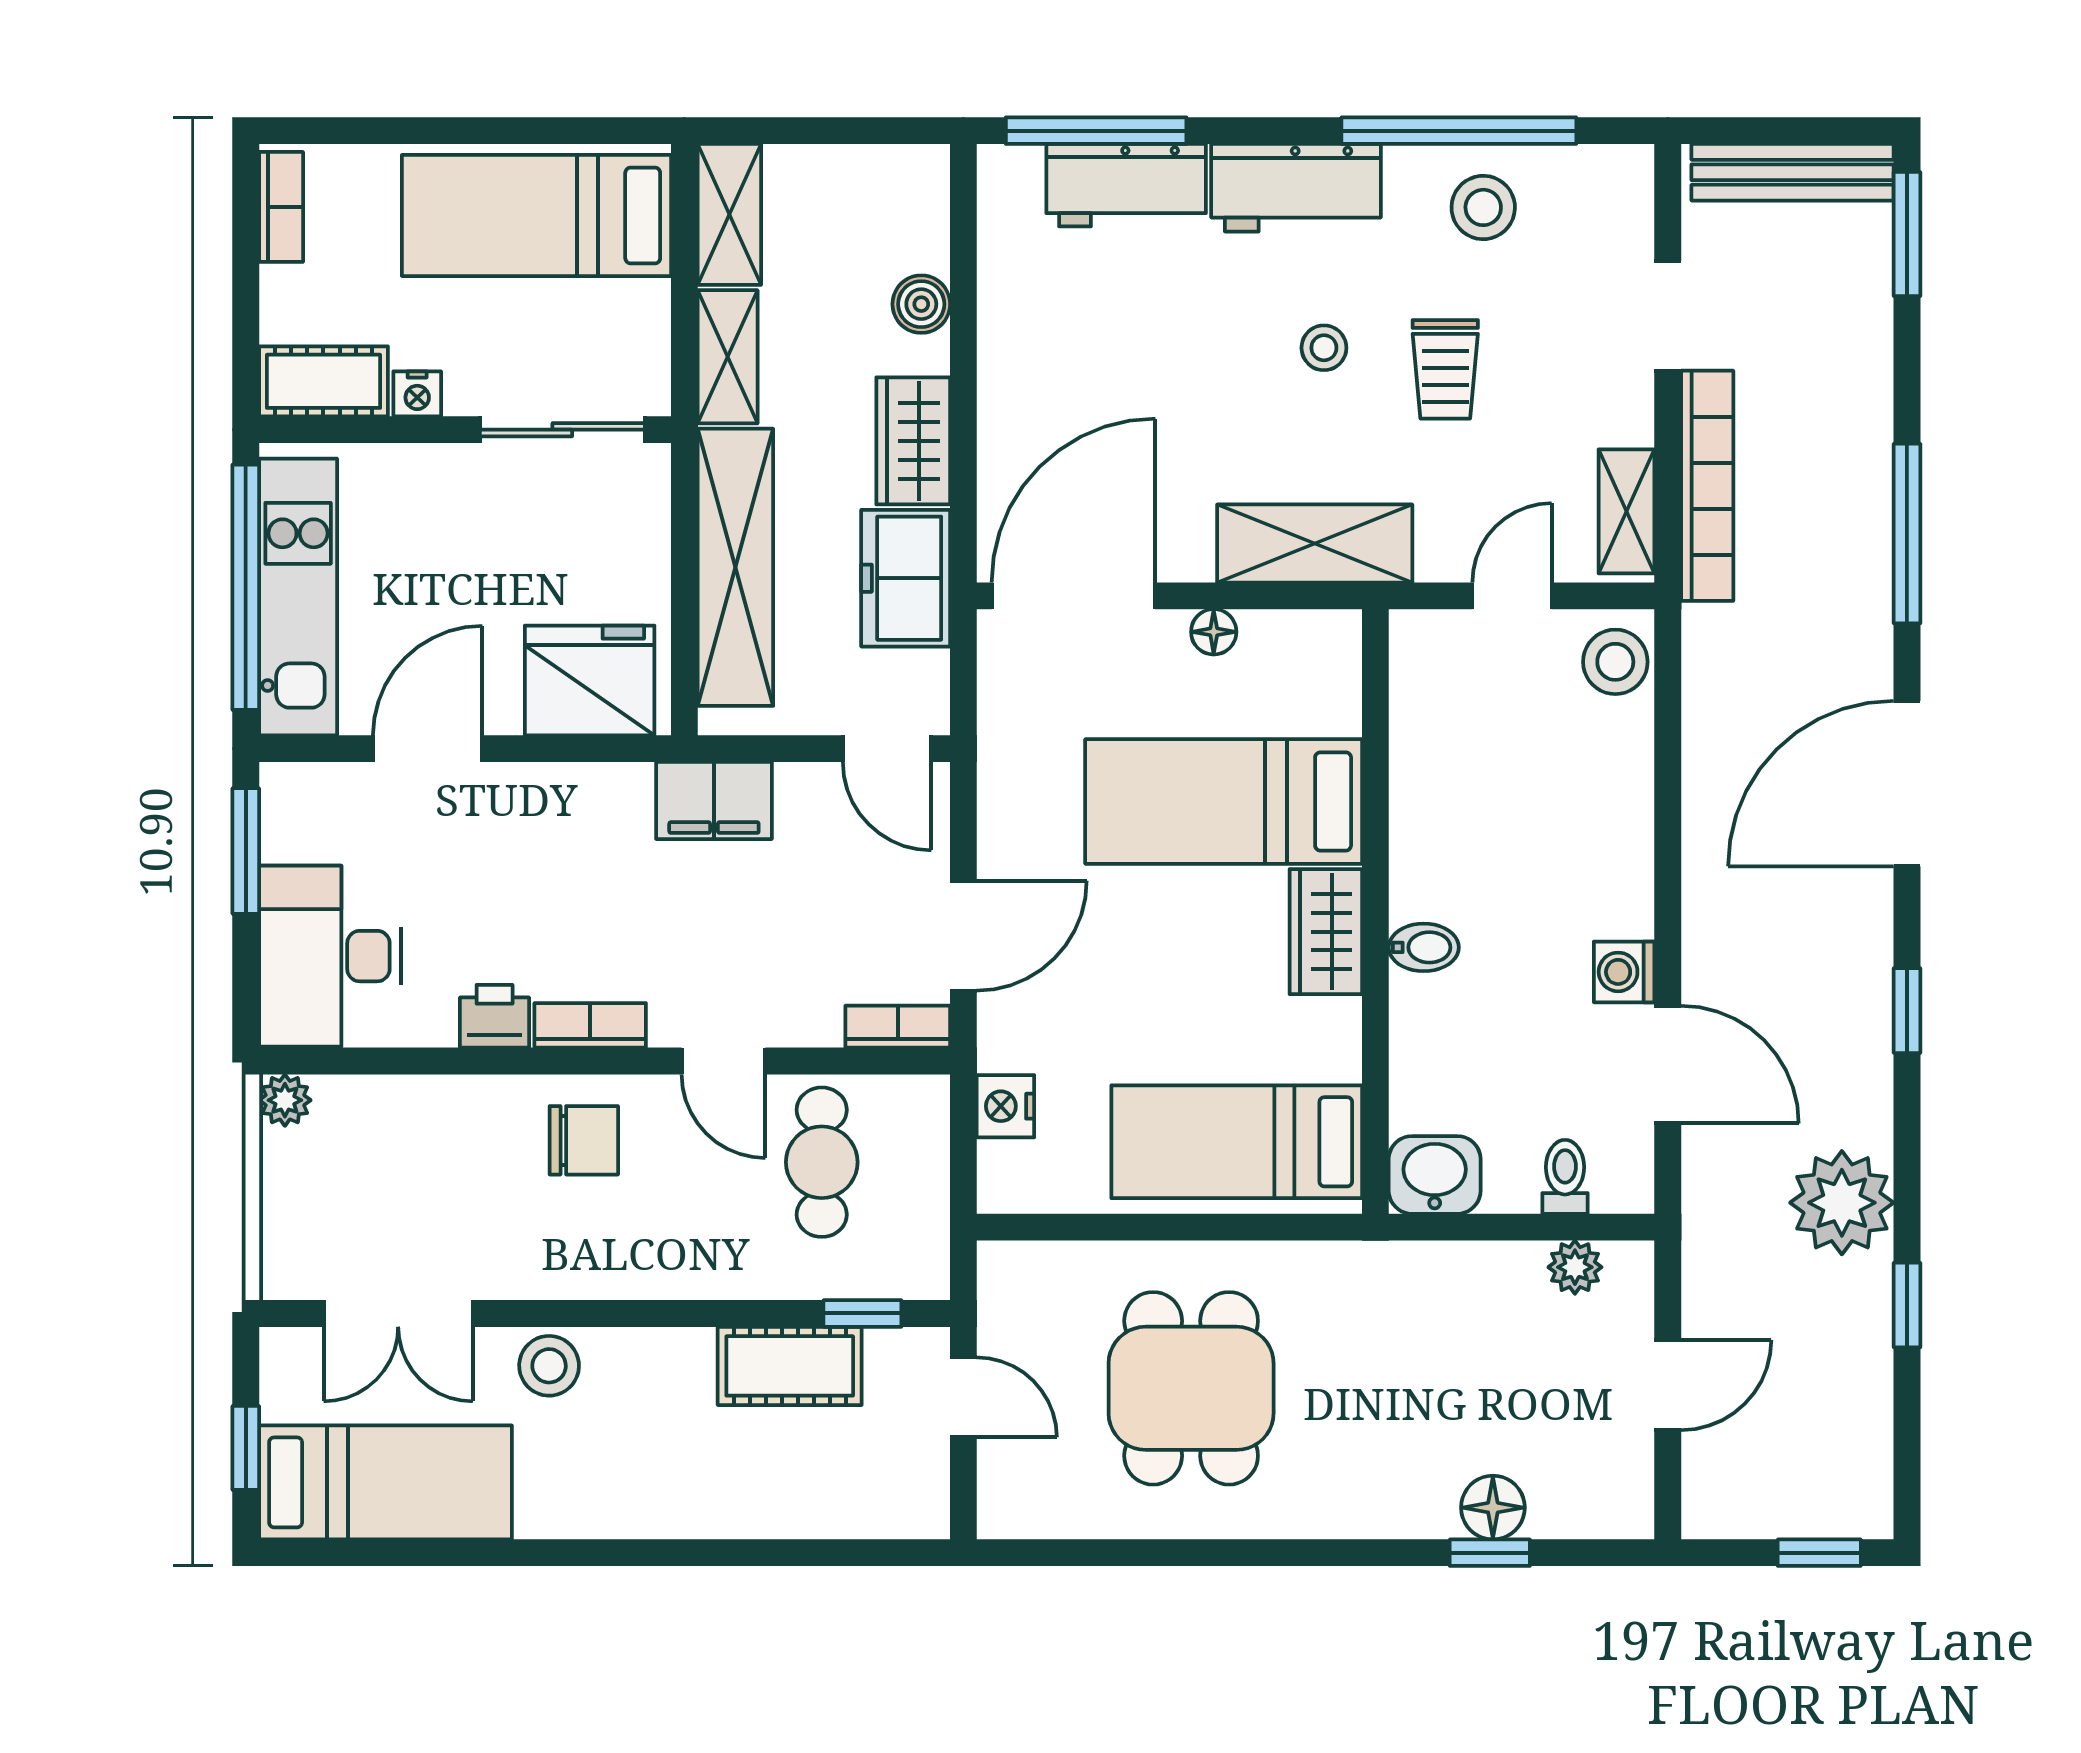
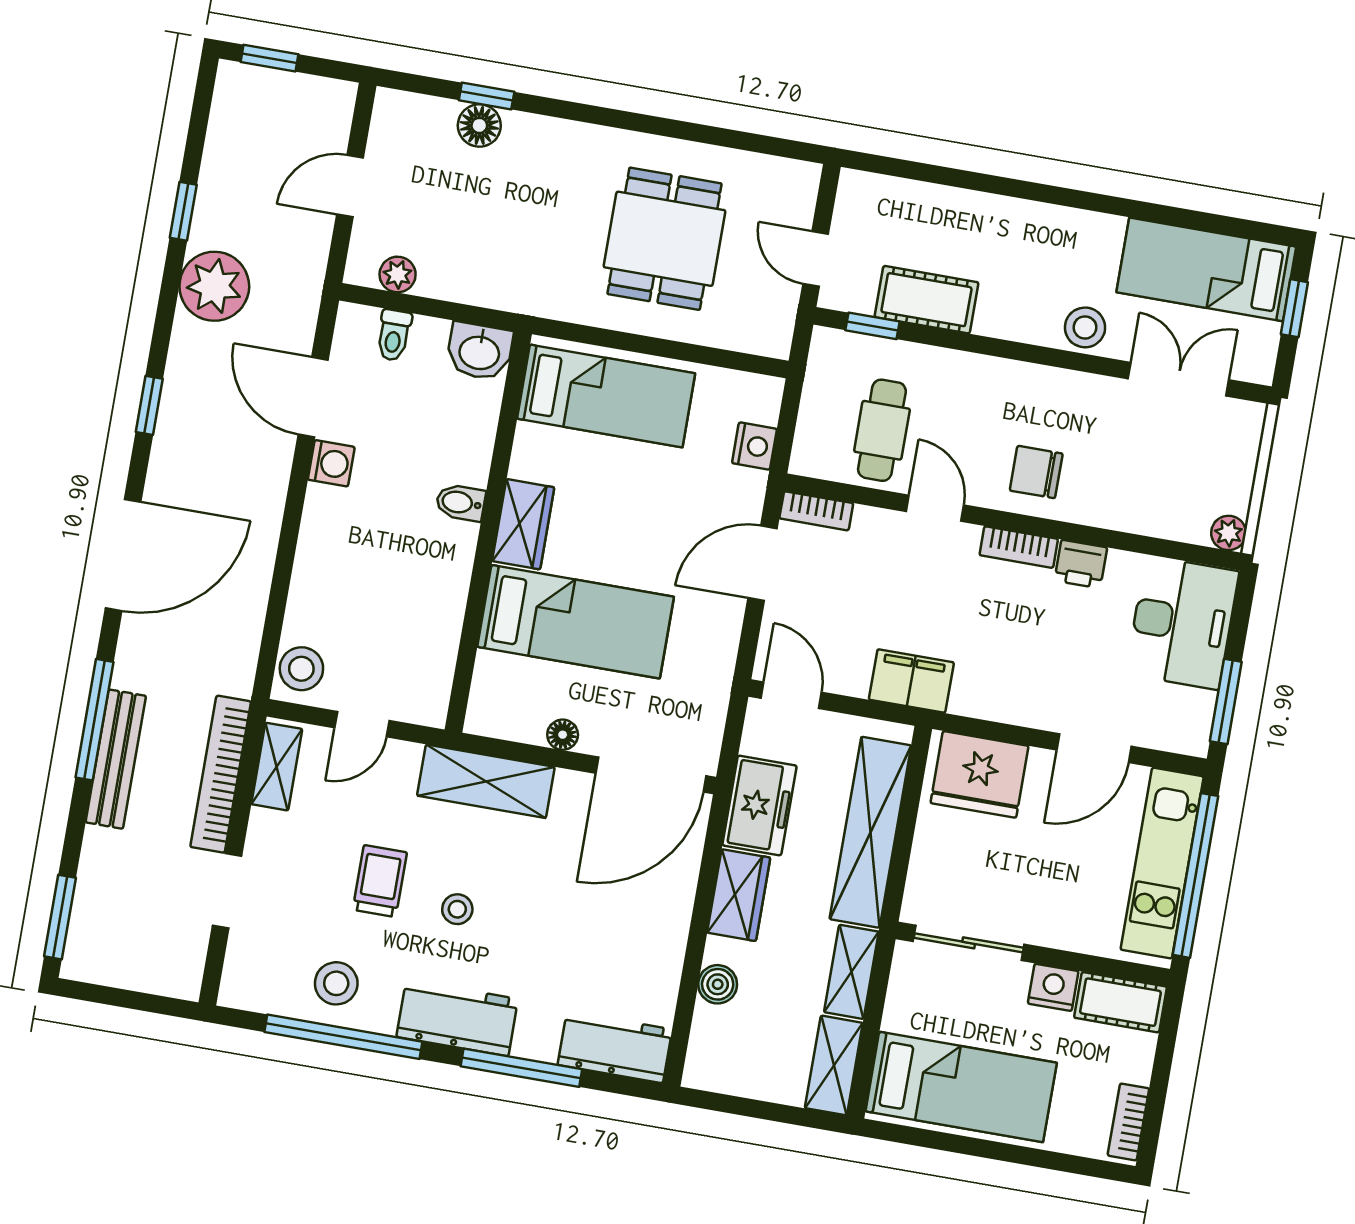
window: (1096, 131) -> (521, 1068), moved
bench: (1793, 172) -> (116, 759), moved, turned 90
workbench: (1126, 185) -> (615, 1047), moved
nightstand: (417, 394) -> (1053, 987), width x1.39, depth x1.35

